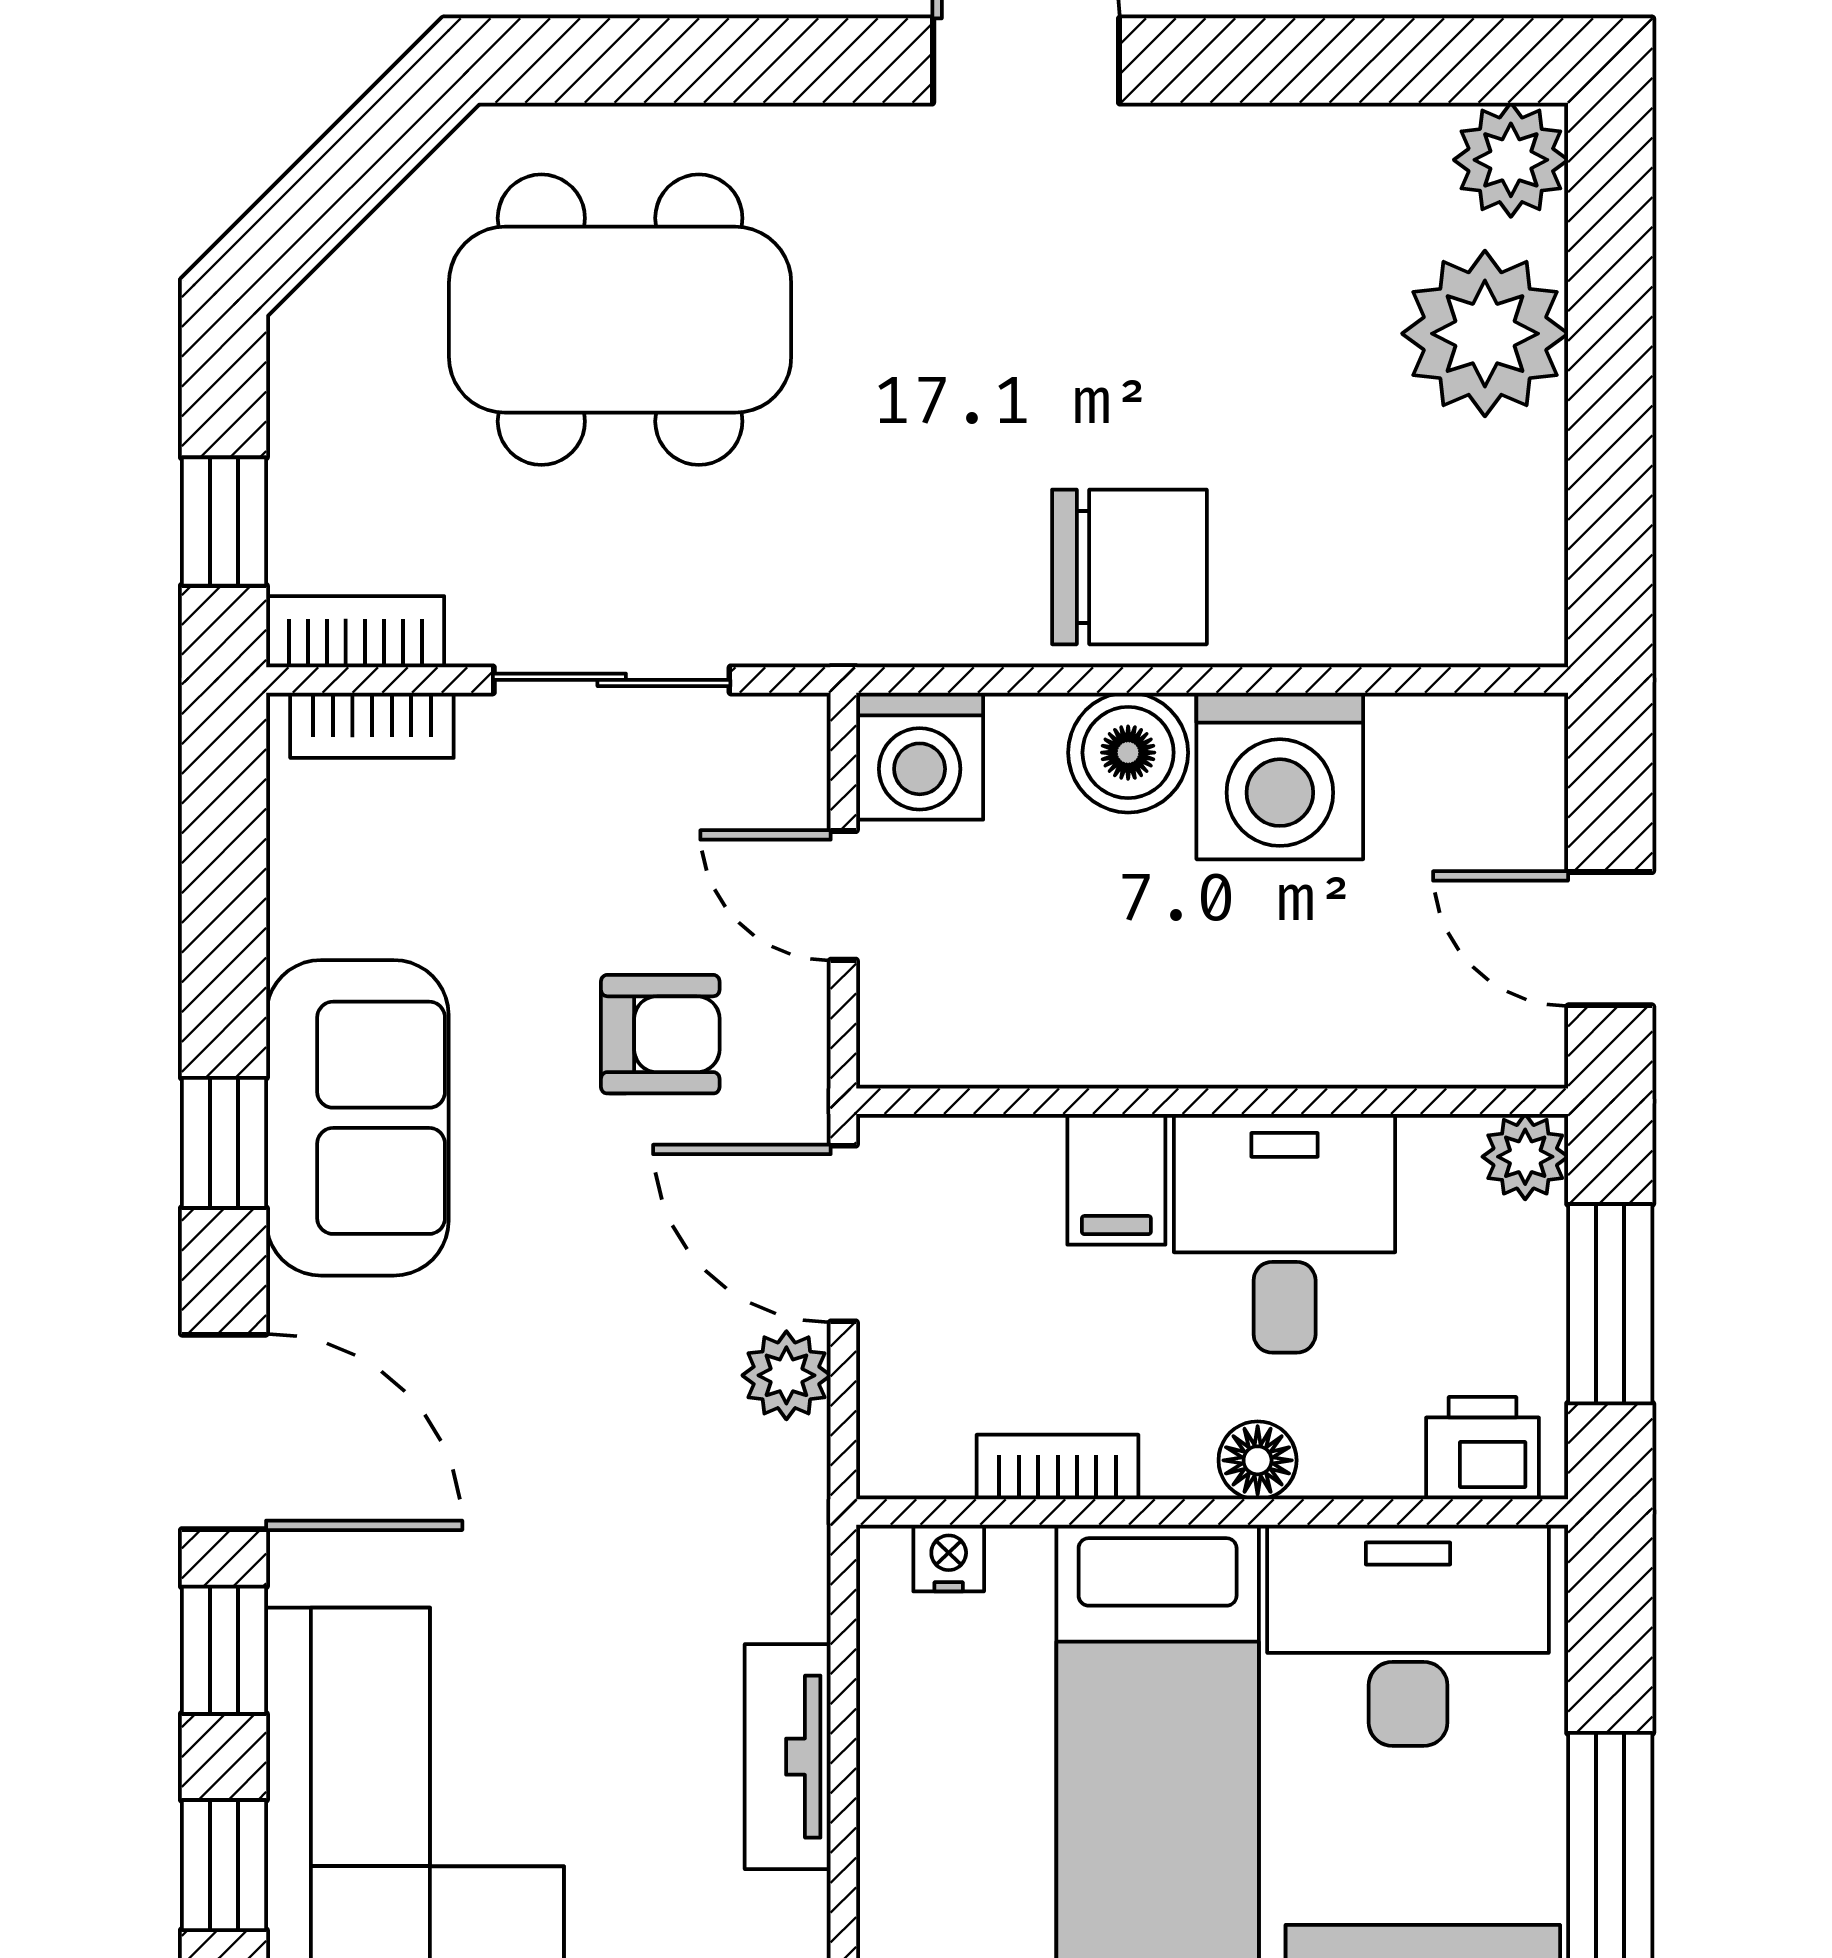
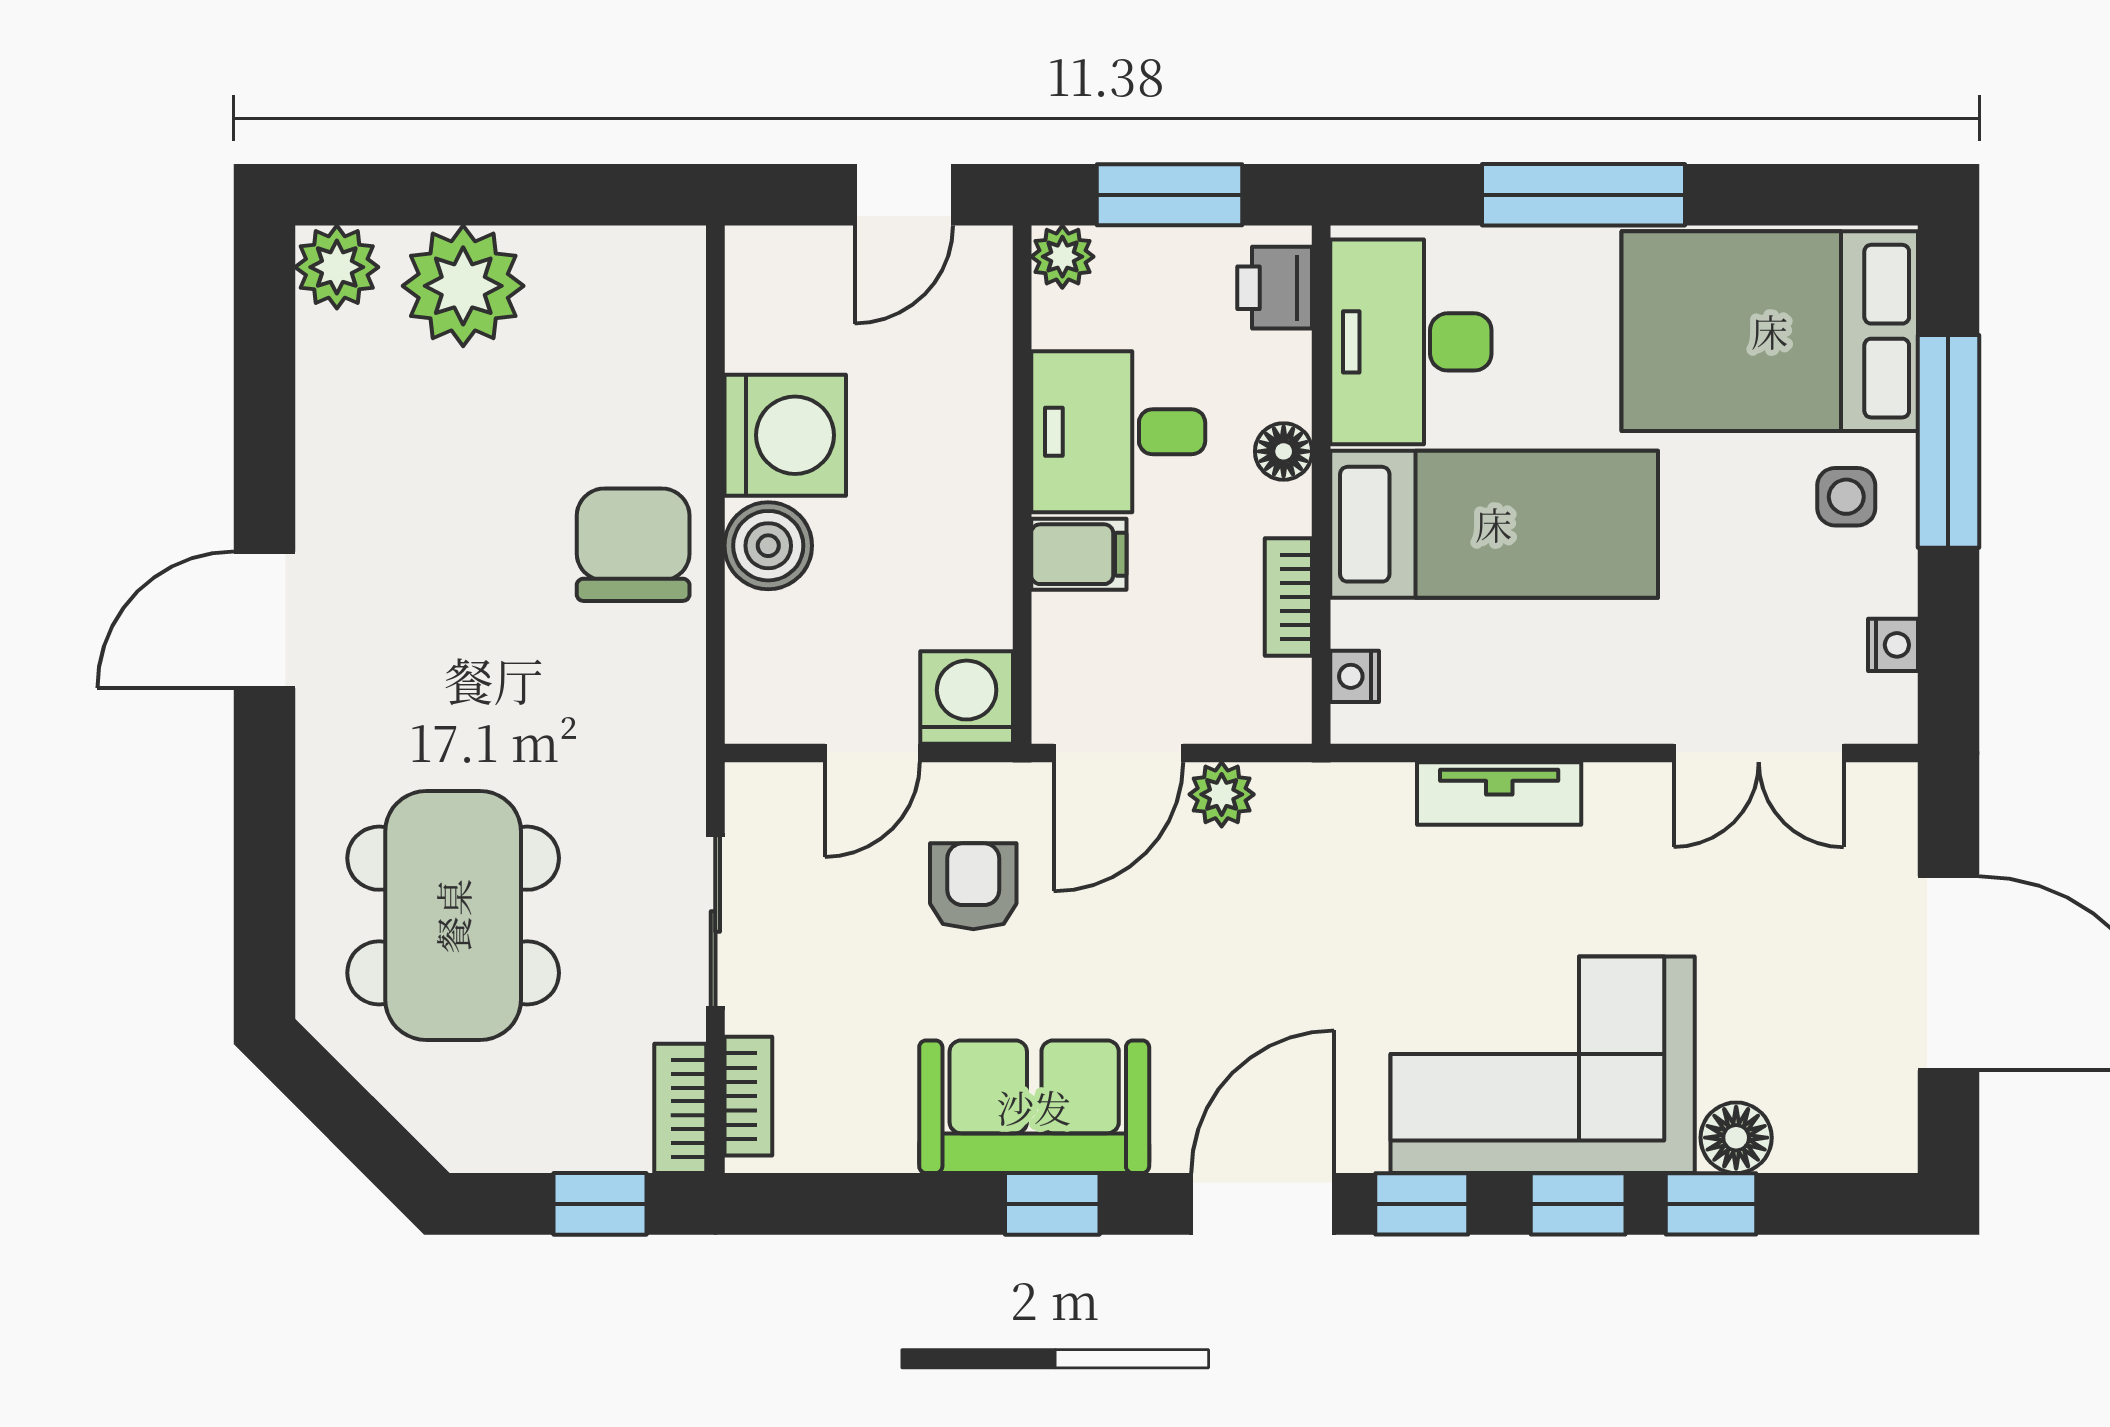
washing machine: (920, 756) -> (967, 697), moved, turned -90

